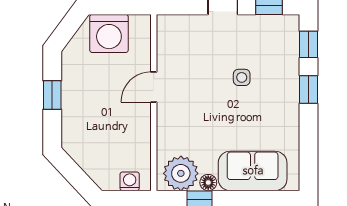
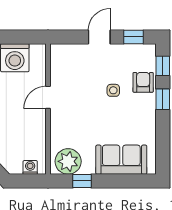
armchair: (282, 67) -> (143, 82), added
floor lamp: (208, 183) -> (88, 168), removed

